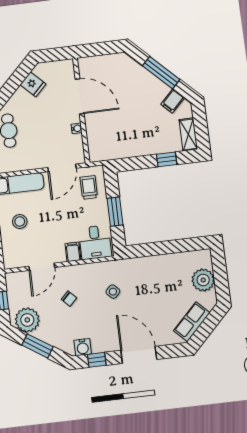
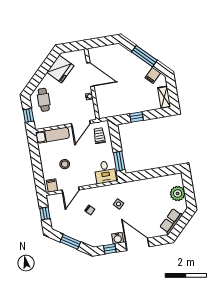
fridge: (33, 84) -> (60, 69), width x1.88, depth x1.34
window: (167, 159) -> (136, 117), moved
window: (115, 212) -> (119, 161), moved
stool: (20, 221) -> (65, 164), moved
filing cabinet: (73, 252) -> (52, 186), moved
plant: (27, 320) -> (63, 225), removed
water cooler: (83, 347) -> (118, 238), moved

